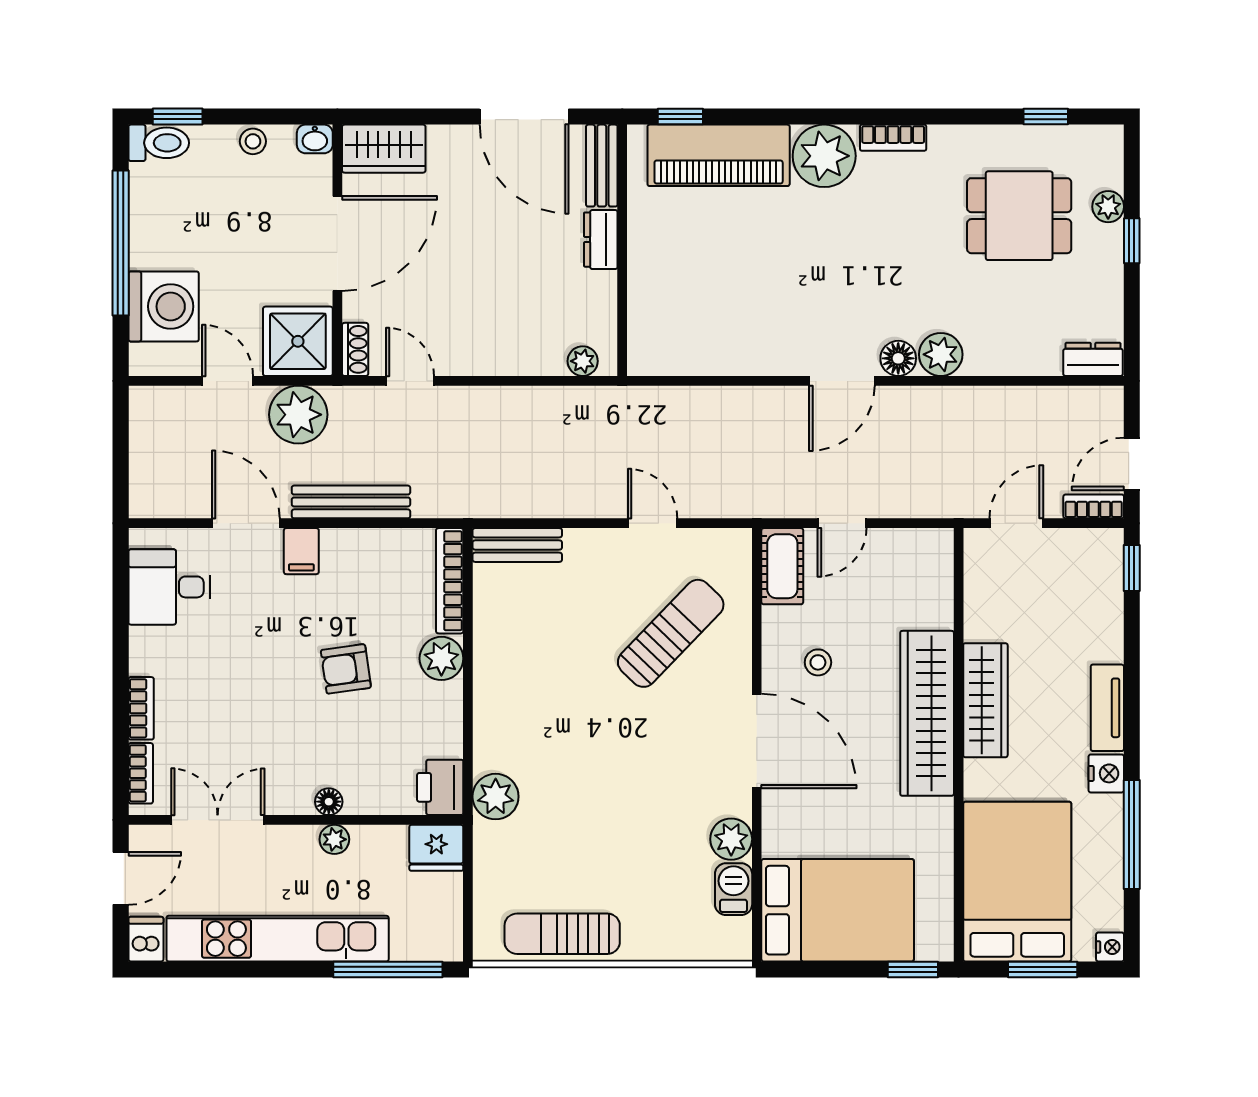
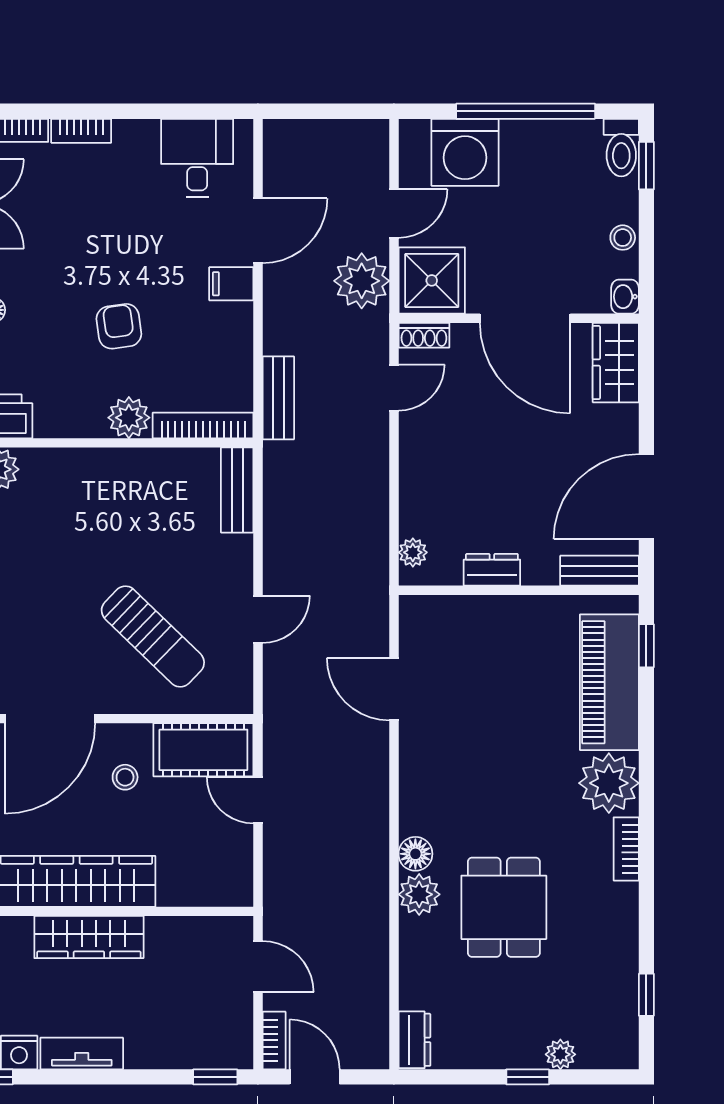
dining table: (1019, 216) -> (504, 907), moved
dresser: (601, 240) -> (492, 570), moved
door: (842, 381) -> (394, 689), moved
bench: (351, 502) -> (278, 398), moved, width x0.73
cot: (782, 566) -> (203, 750), width x1.37, depth x1.34

